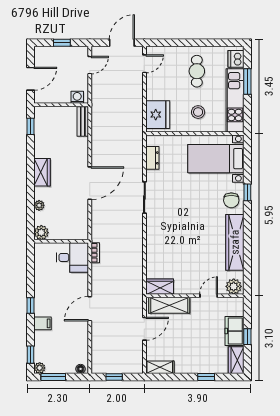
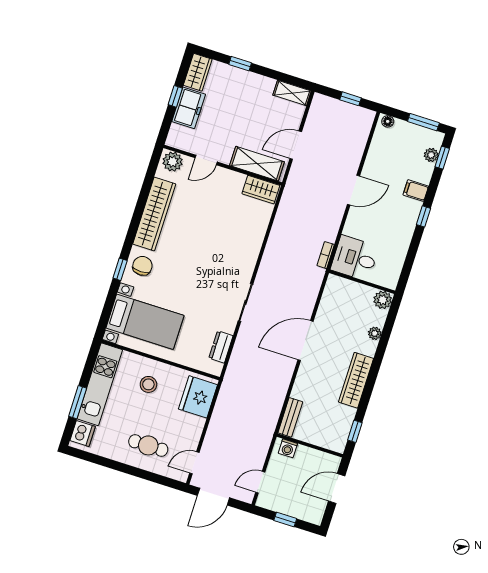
cafe table: (197, 71) -> (148, 445), moved, turned 90
wardrobe: (42, 172) -> (356, 380), width x1.50
plant: (40, 368) -> (431, 155), moved

